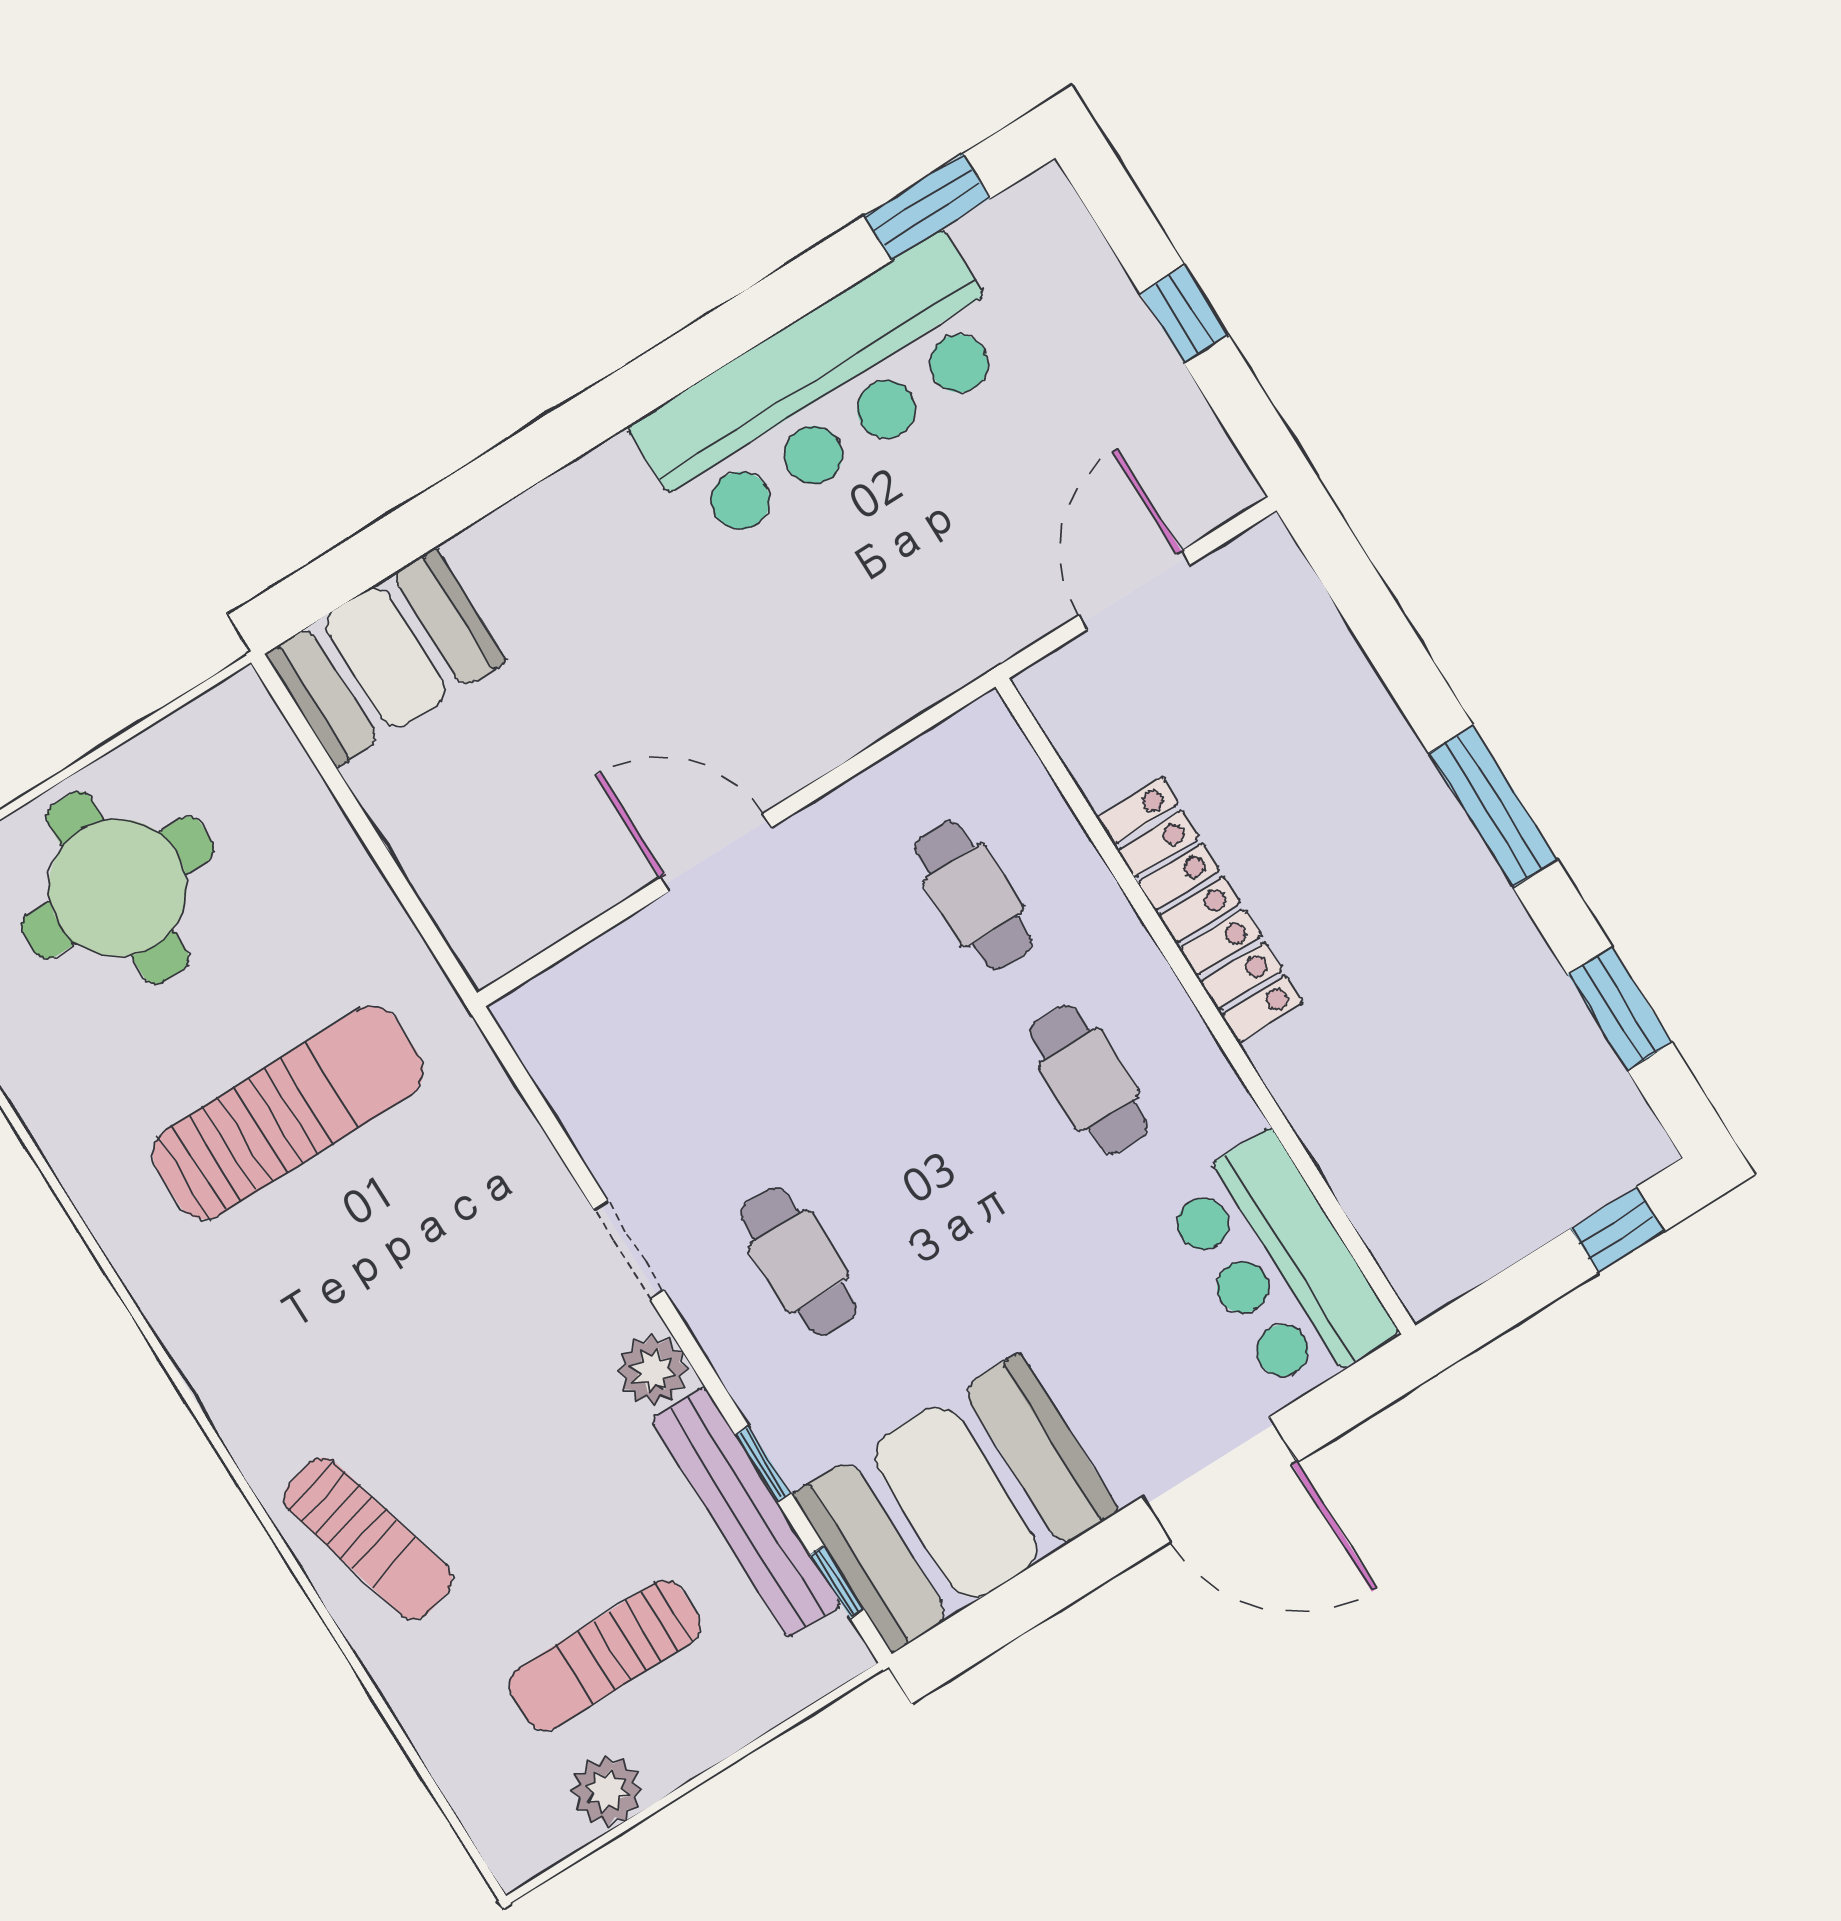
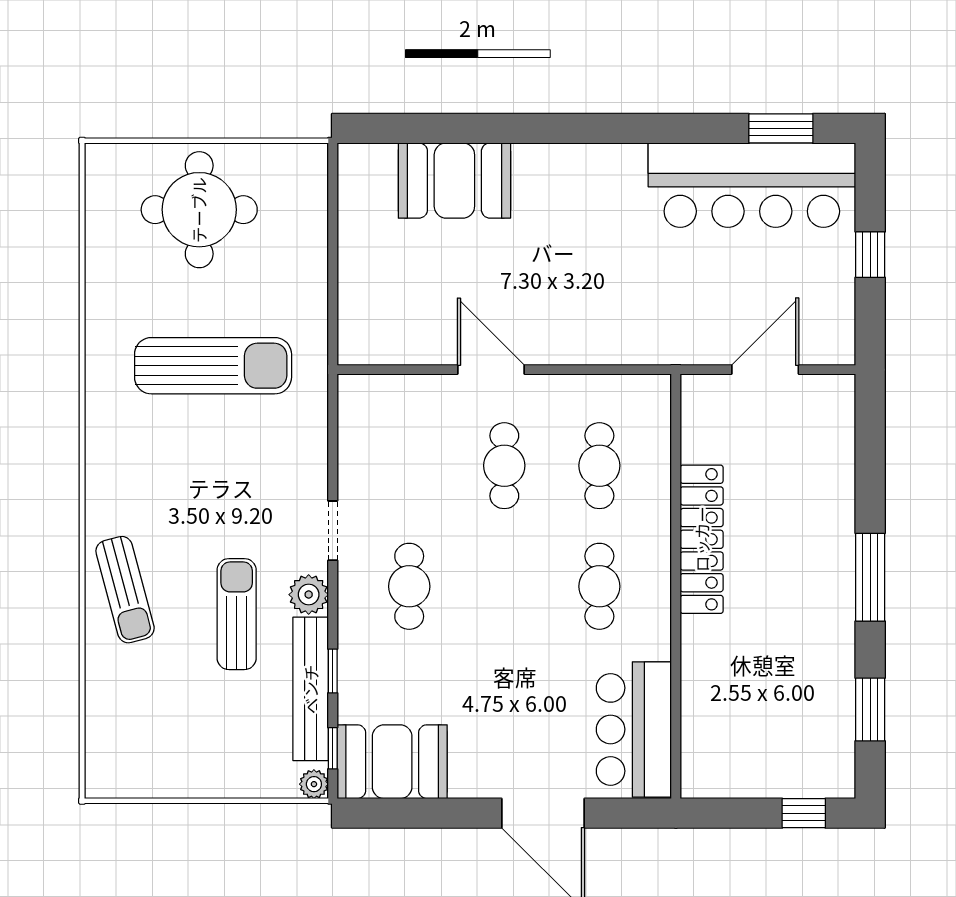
bar counter: (825, 392) -> (752, 185), moved
booth: (386, 658) -> (454, 181), moved
cafe table: (828, 986) -> (504, 466), added
booth: (956, 1502) -> (392, 762), width x0.73, depth x0.70
sun lounger: (605, 1655) -> (237, 614), moved, turned 90
plant: (607, 1791) -> (314, 784), moved, width x0.73, depth x0.73

